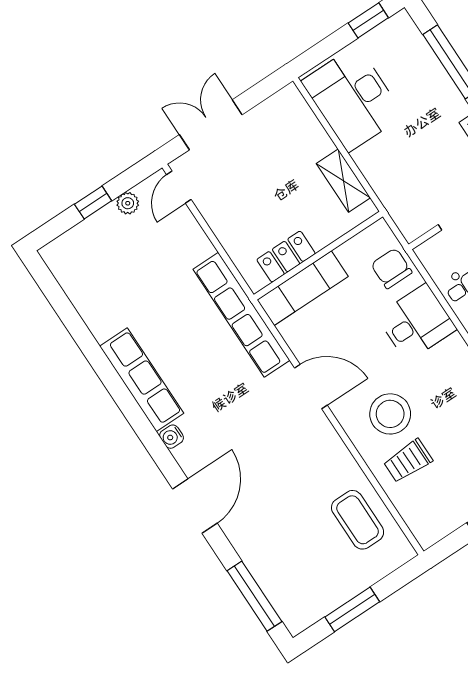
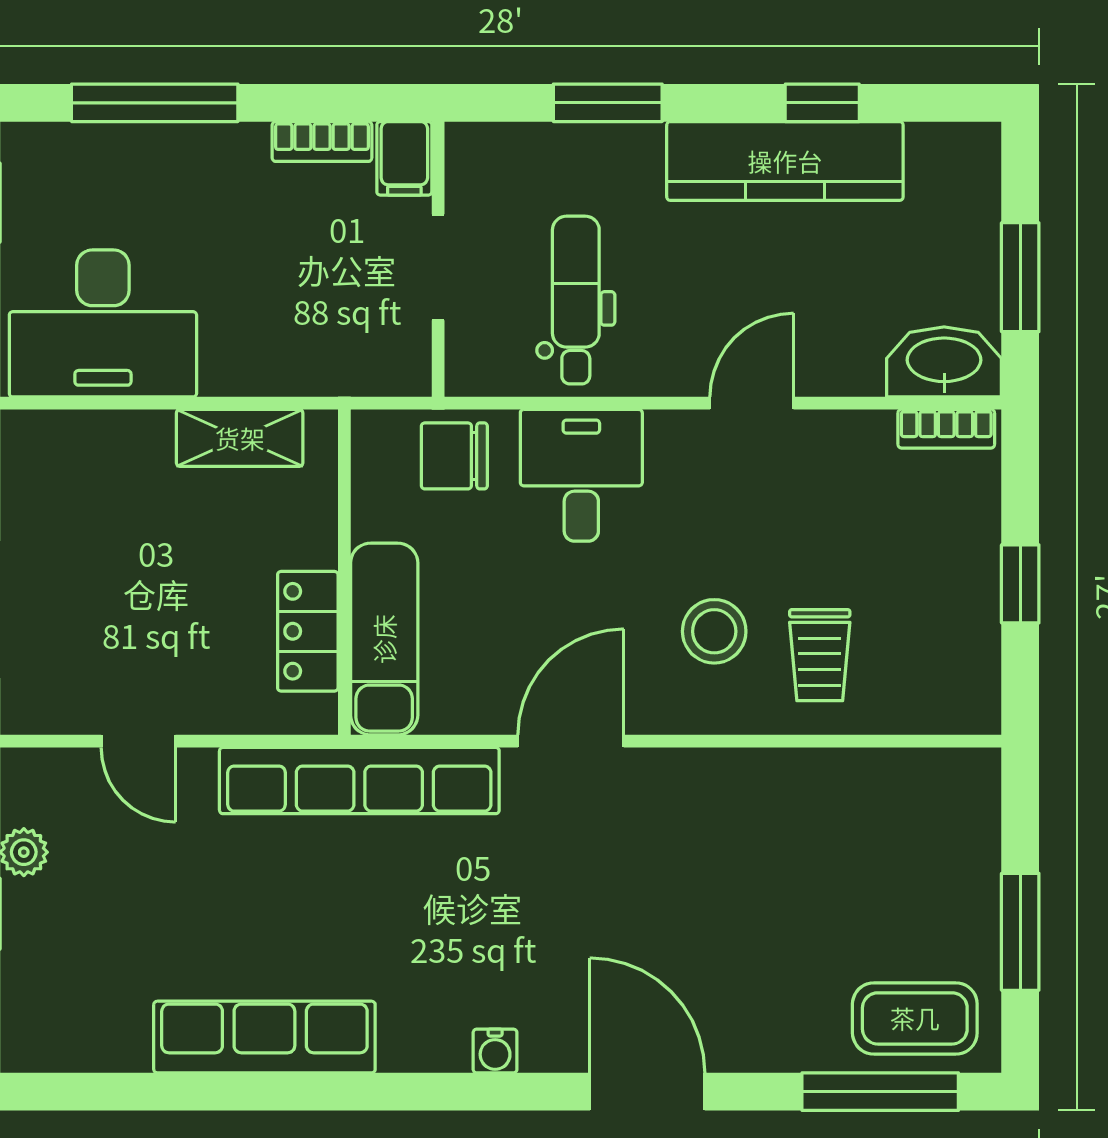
door: (179, 187) -> (138, 741), moved
row of seats: (142, 380) -> (264, 1037), moved
stool: (390, 414) -> (714, 631), width x0.73, depth x0.73
coffee table: (358, 520) -> (915, 1018), moved

